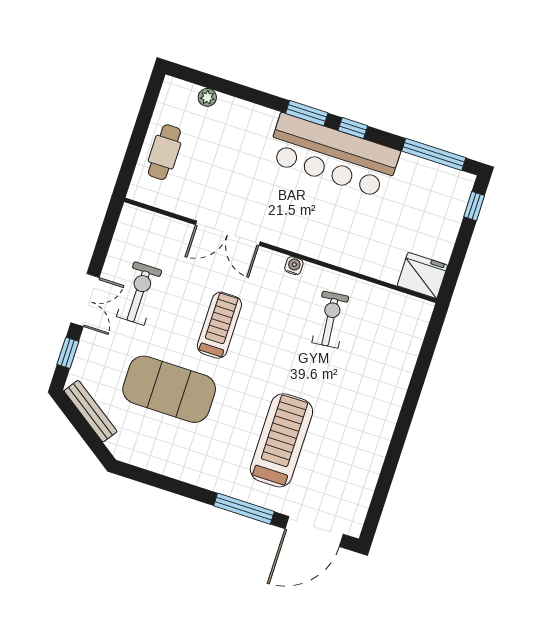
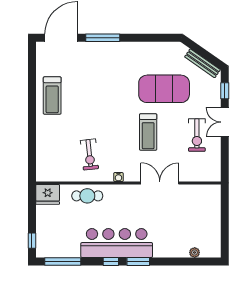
cafe table: (164, 152) -> (87, 196), moved, turned 90
treadmill: (281, 440) -> (52, 96), moved, width x0.73, depth x0.73

